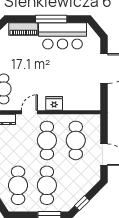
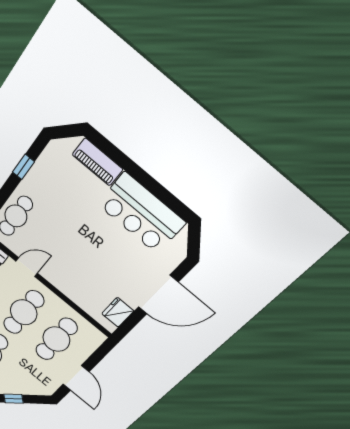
window: (51, 19) -> (145, 179), removed
fridge: (54, 103) -> (118, 312), moved, turned -90

